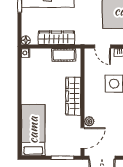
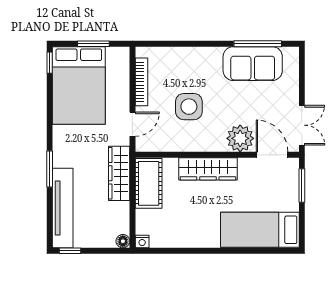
wardrobe: (56, 38) -> (119, 173), moved
cot: (64, 55) -> (149, 183), width x1.37, depth x1.34
plant: (89, 121) -> (240, 138), width x1.87, depth x1.87

